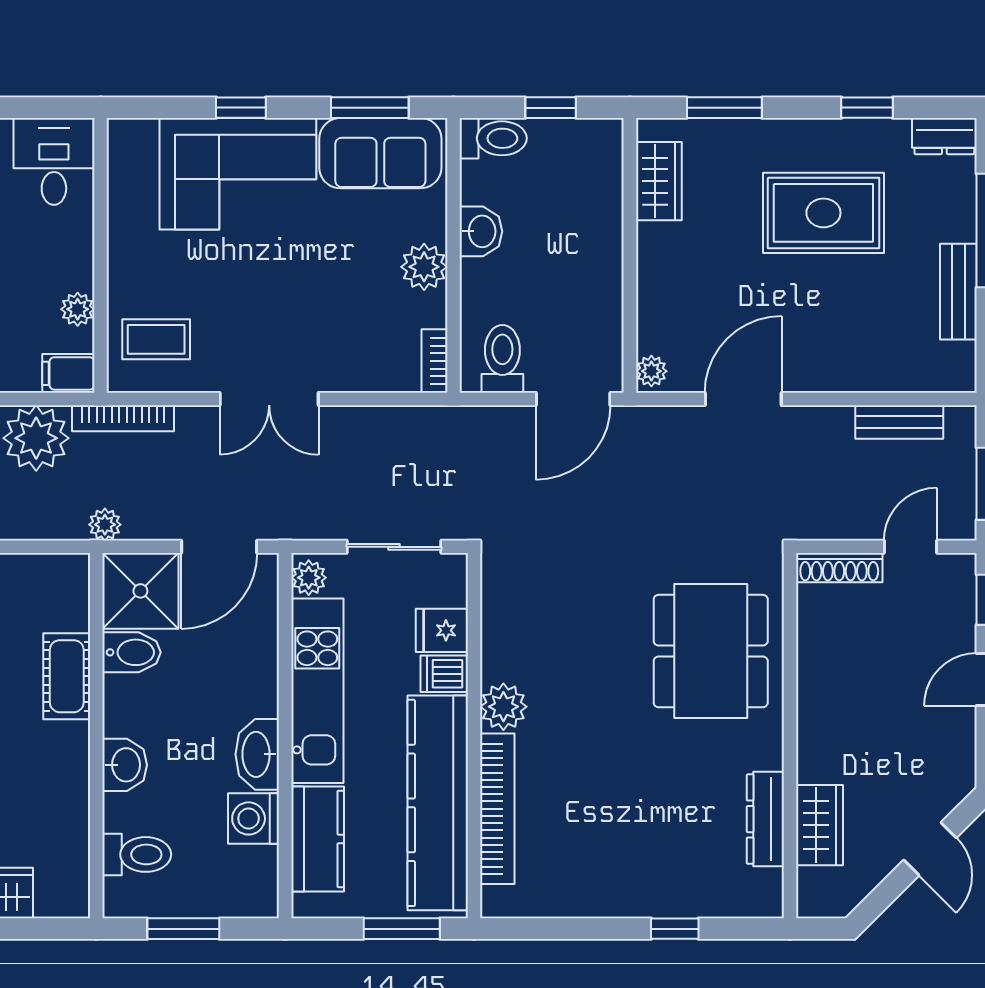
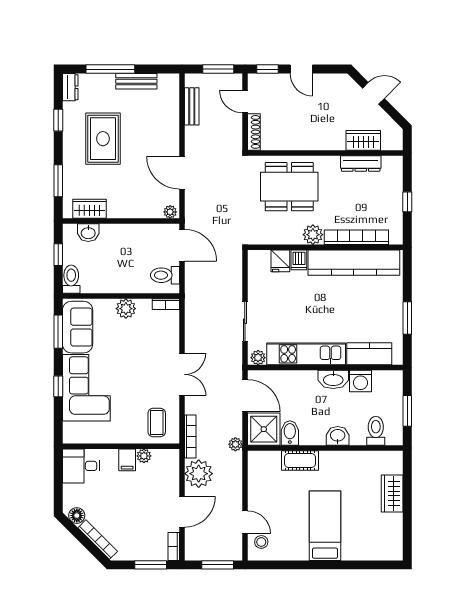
washbasin: (481, 231) -> (88, 233), moved, turned 180
filing cabinet: (68, 373) -> (127, 460), moved
fridge: (442, 630) -> (280, 261), moved
dishwasher: (444, 674) -> (299, 260), moved
plant: (503, 707) -> (313, 235), moved
wall: (474, 736) -> (325, 247), moved
kitchen counter: (438, 803) -> (354, 263), moved
bookcase: (497, 809) -> (356, 237), moved

